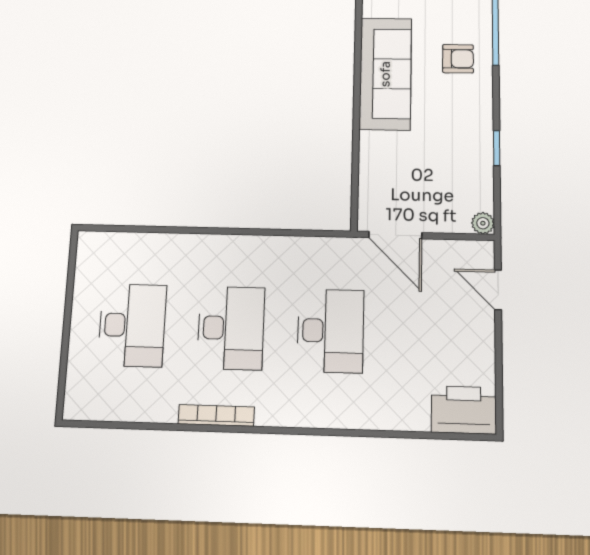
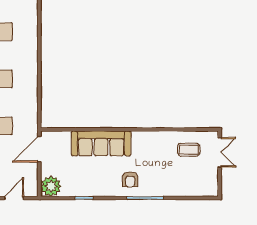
sofa: (385, 74) -> (101, 143), moved
plant: (483, 223) -> (51, 186), width x1.88, depth x1.88

